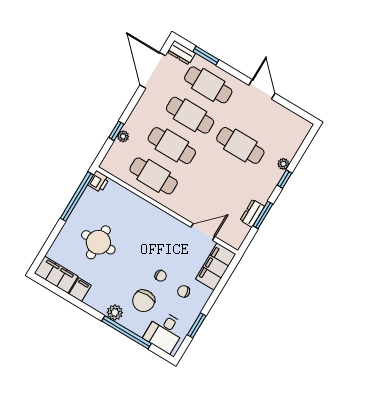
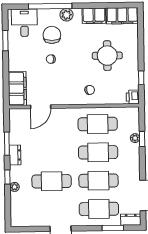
window: (77, 196) -> (141, 78), width x0.32
dresser: (252, 213) -> (15, 155), moved
filing cabinet: (80, 290) -> (94, 16), width x2.00
chair: (184, 291) -> (90, 90), moved

